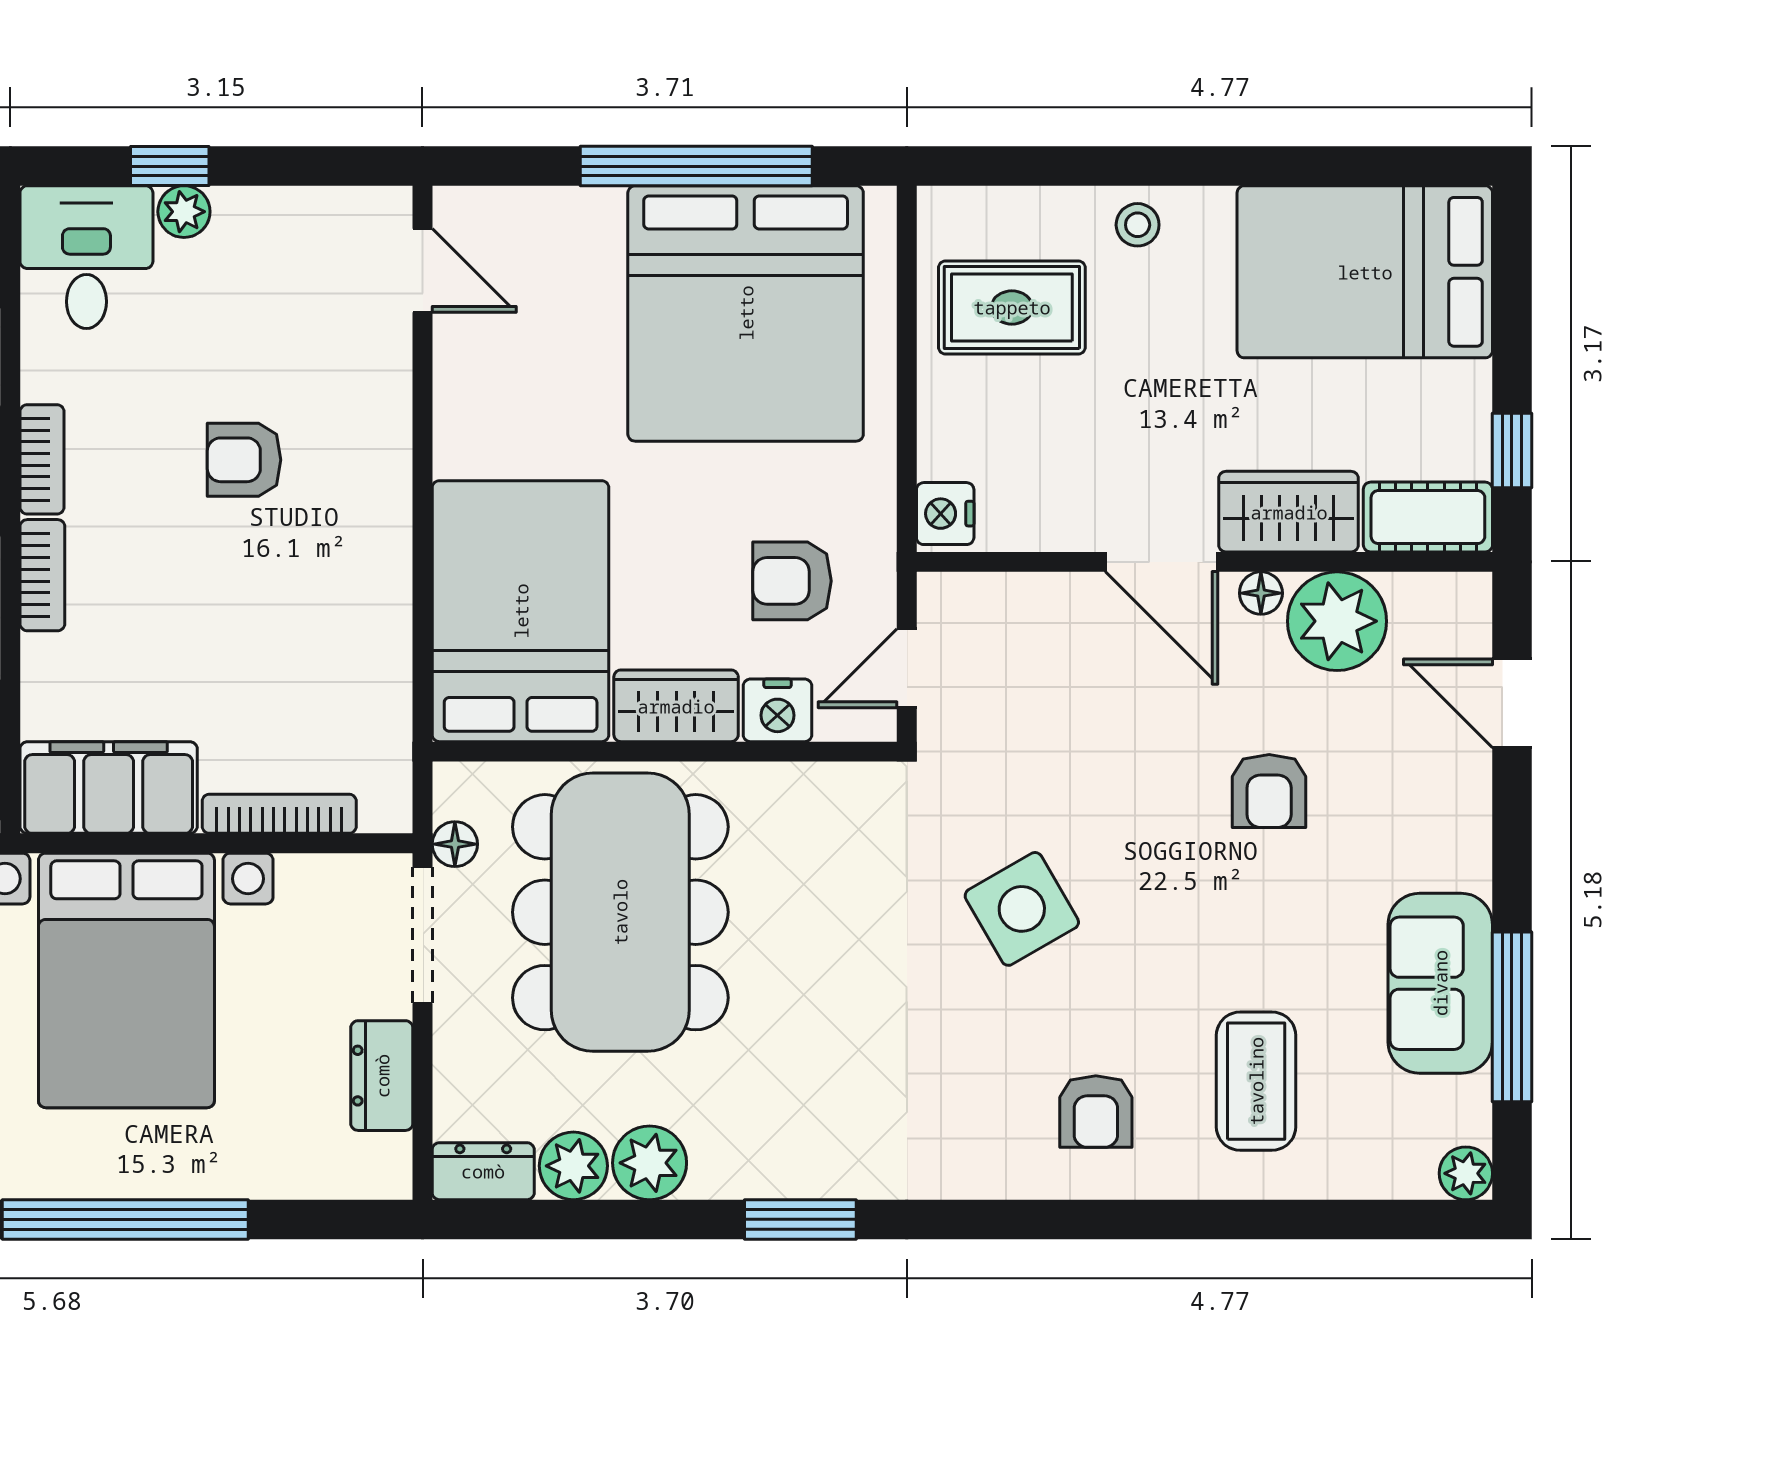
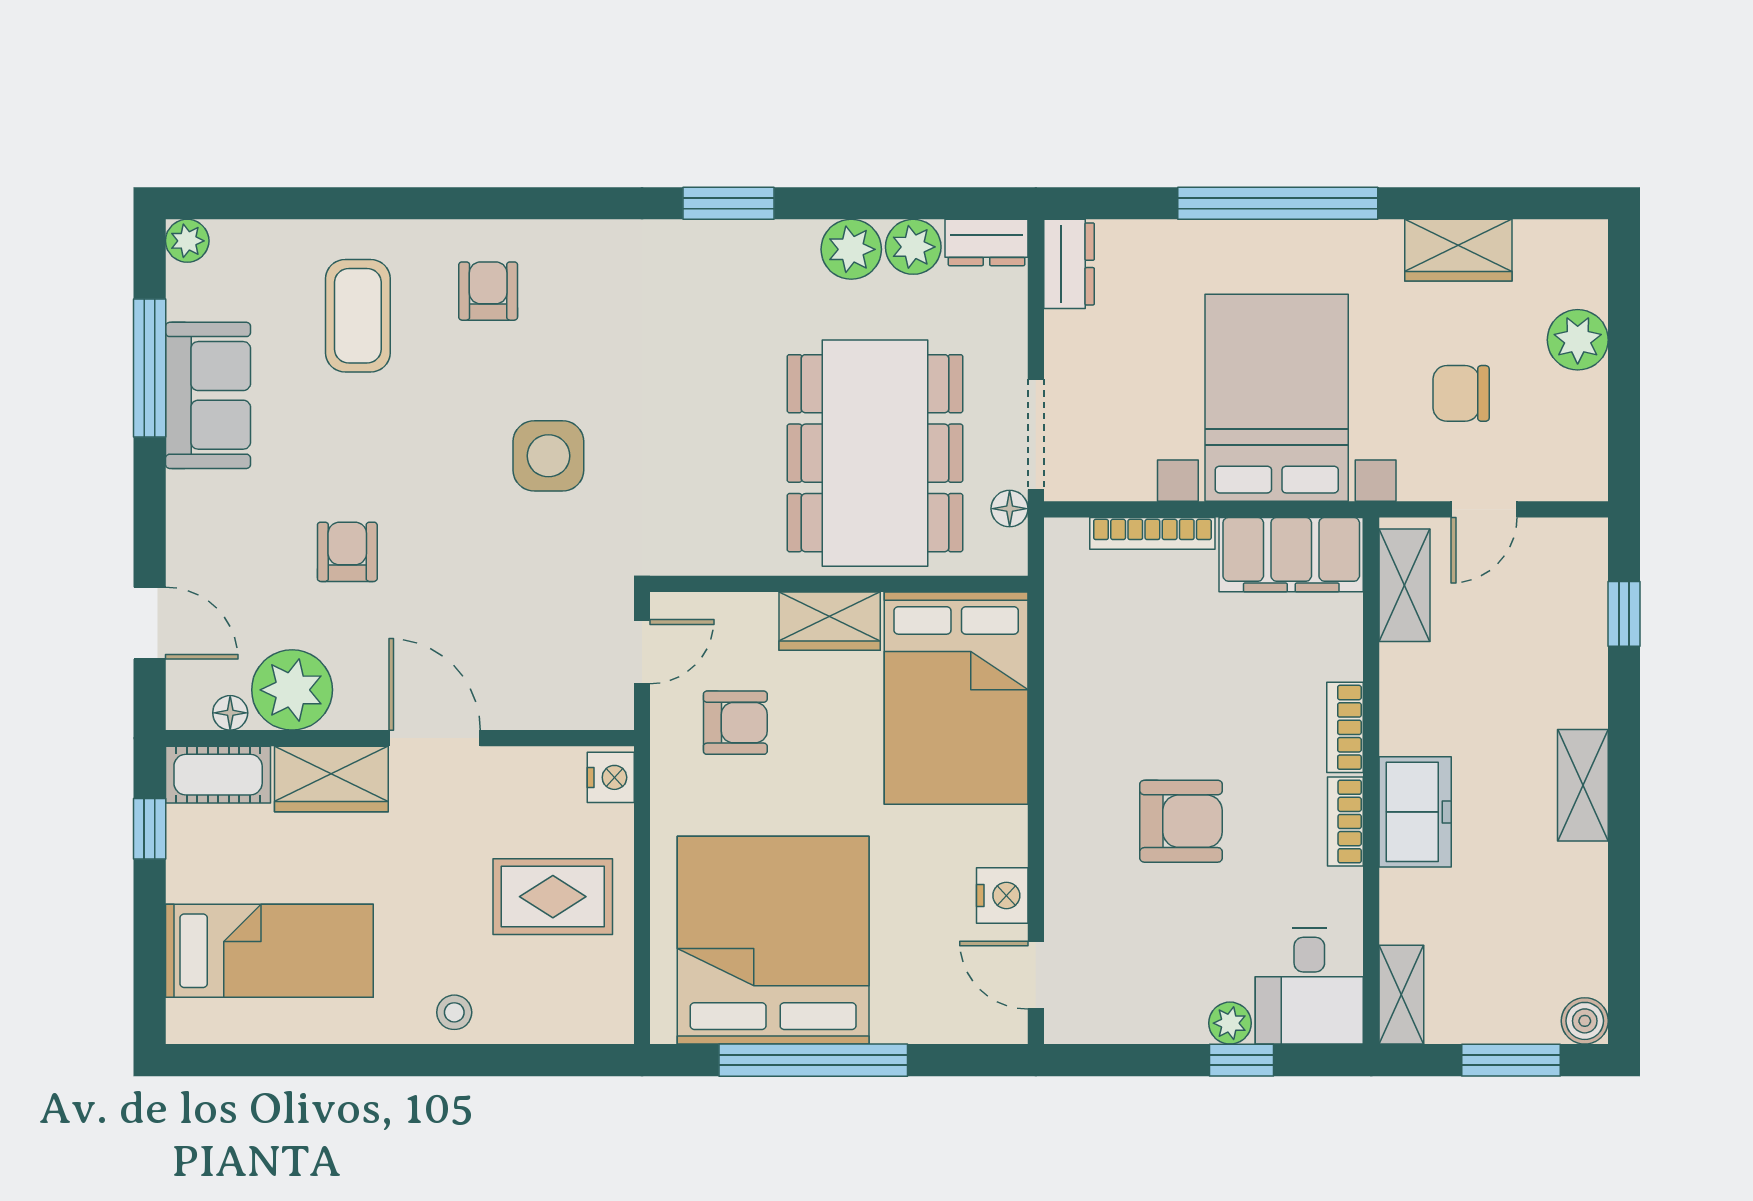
bed: (1365, 272) -> (269, 951), width x0.67
rug: (1012, 307) -> (553, 897), moved
armchair: (244, 460) -> (1181, 821), width x1.38, depth x1.38
floor lamp: (1261, 593) -> (230, 713), moved
nightstand: (778, 710) -> (1002, 896), moved, turned 90
side table: (1022, 909) -> (548, 456), turned 30
dresser: (382, 1076) -> (1069, 264), moved

